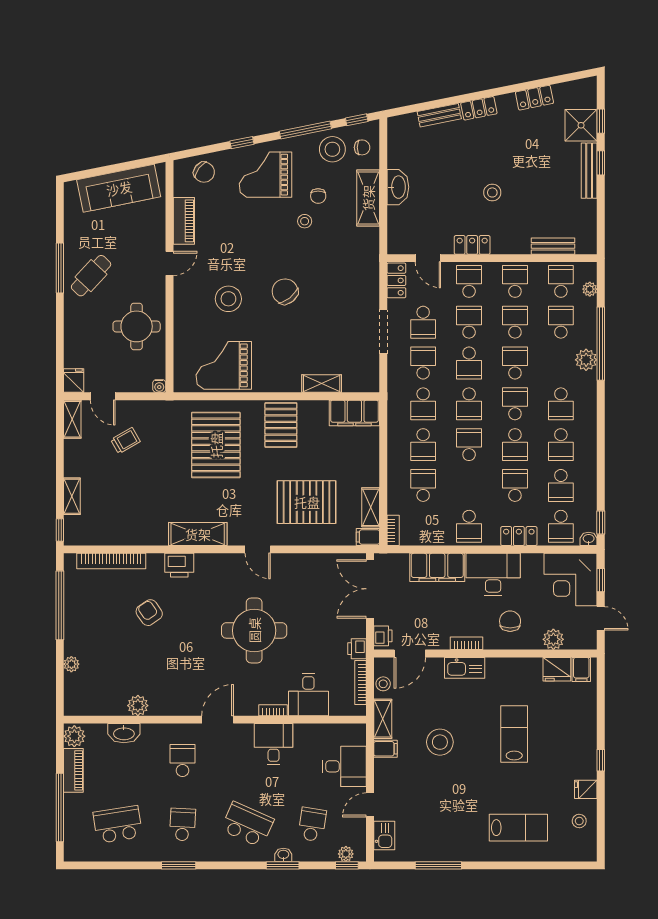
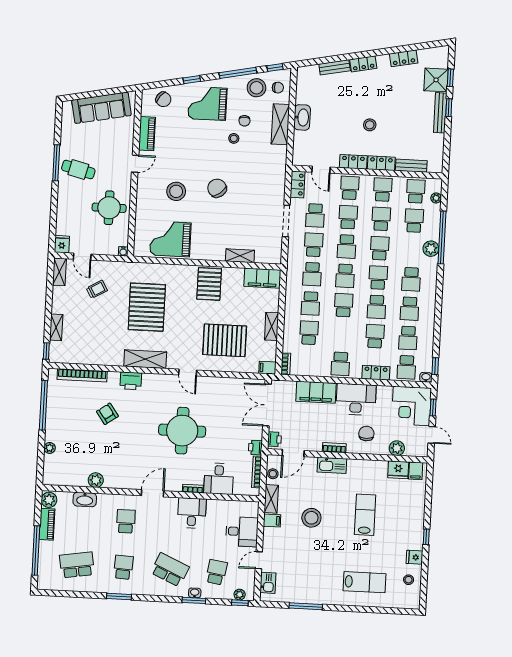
locker: (511, 245) -> (381, 163), added
cafe table: (91, 276) -> (78, 169), turned 61
pallet: (216, 445) -> (147, 307), moved
shelving: (371, 507) -> (272, 326), moved

